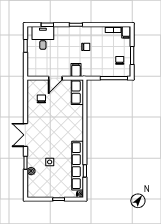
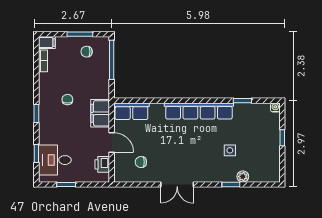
filing cabinet: (76, 70) -> (100, 113), width x2.00
printer: (40, 71) -> (102, 164), added
double door: (25, 135) -> (177, 184), moved
row of seats: (78, 166) -> (199, 111), moved

